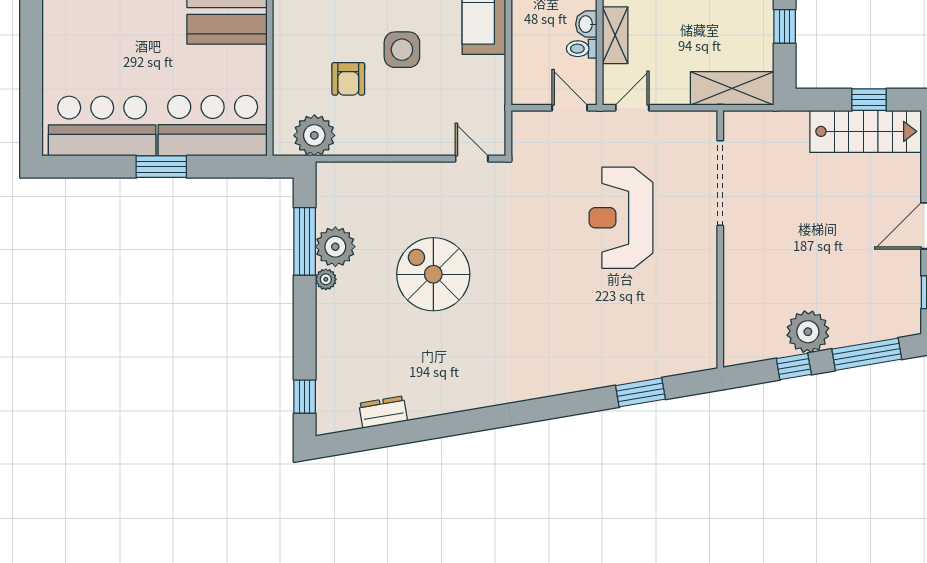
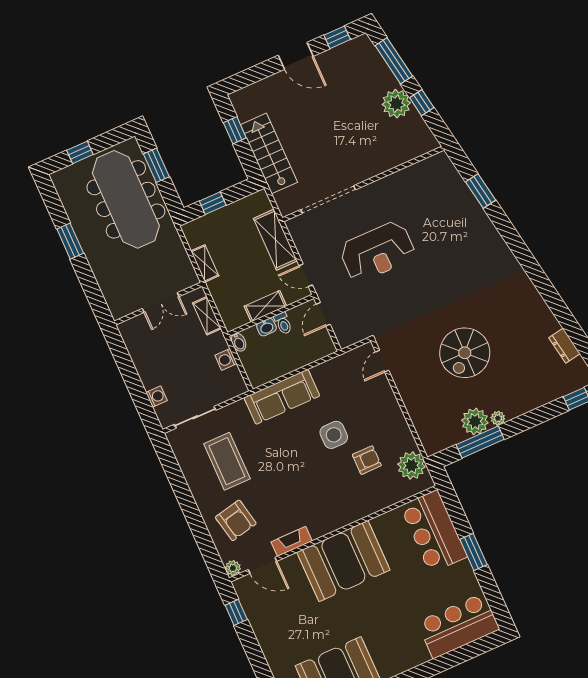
shelving: (732, 88) -> (275, 240), moved
bar counter: (102, 126) -> (458, 626), moved, turned 90
stairs: (866, 131) -> (269, 153), moved

